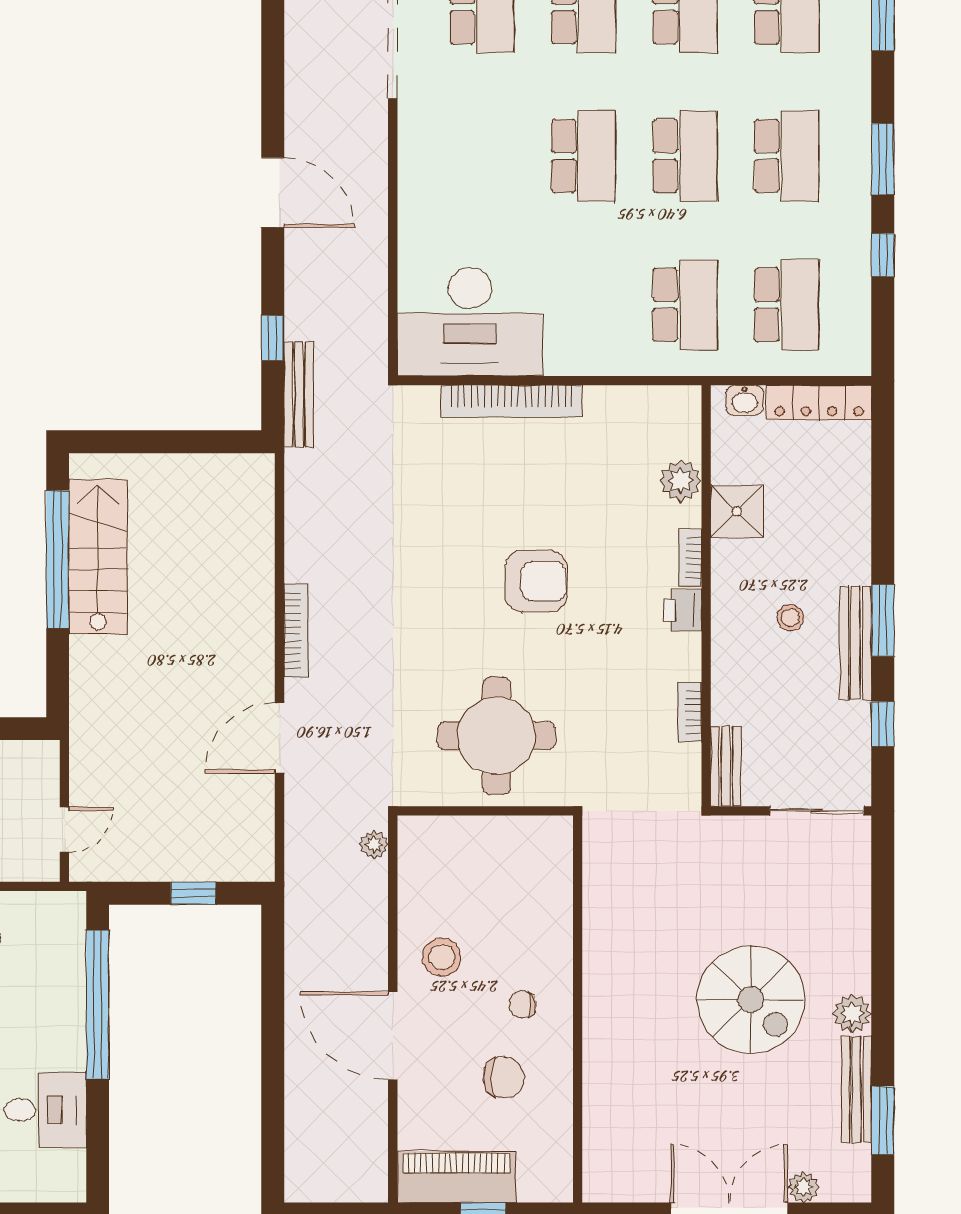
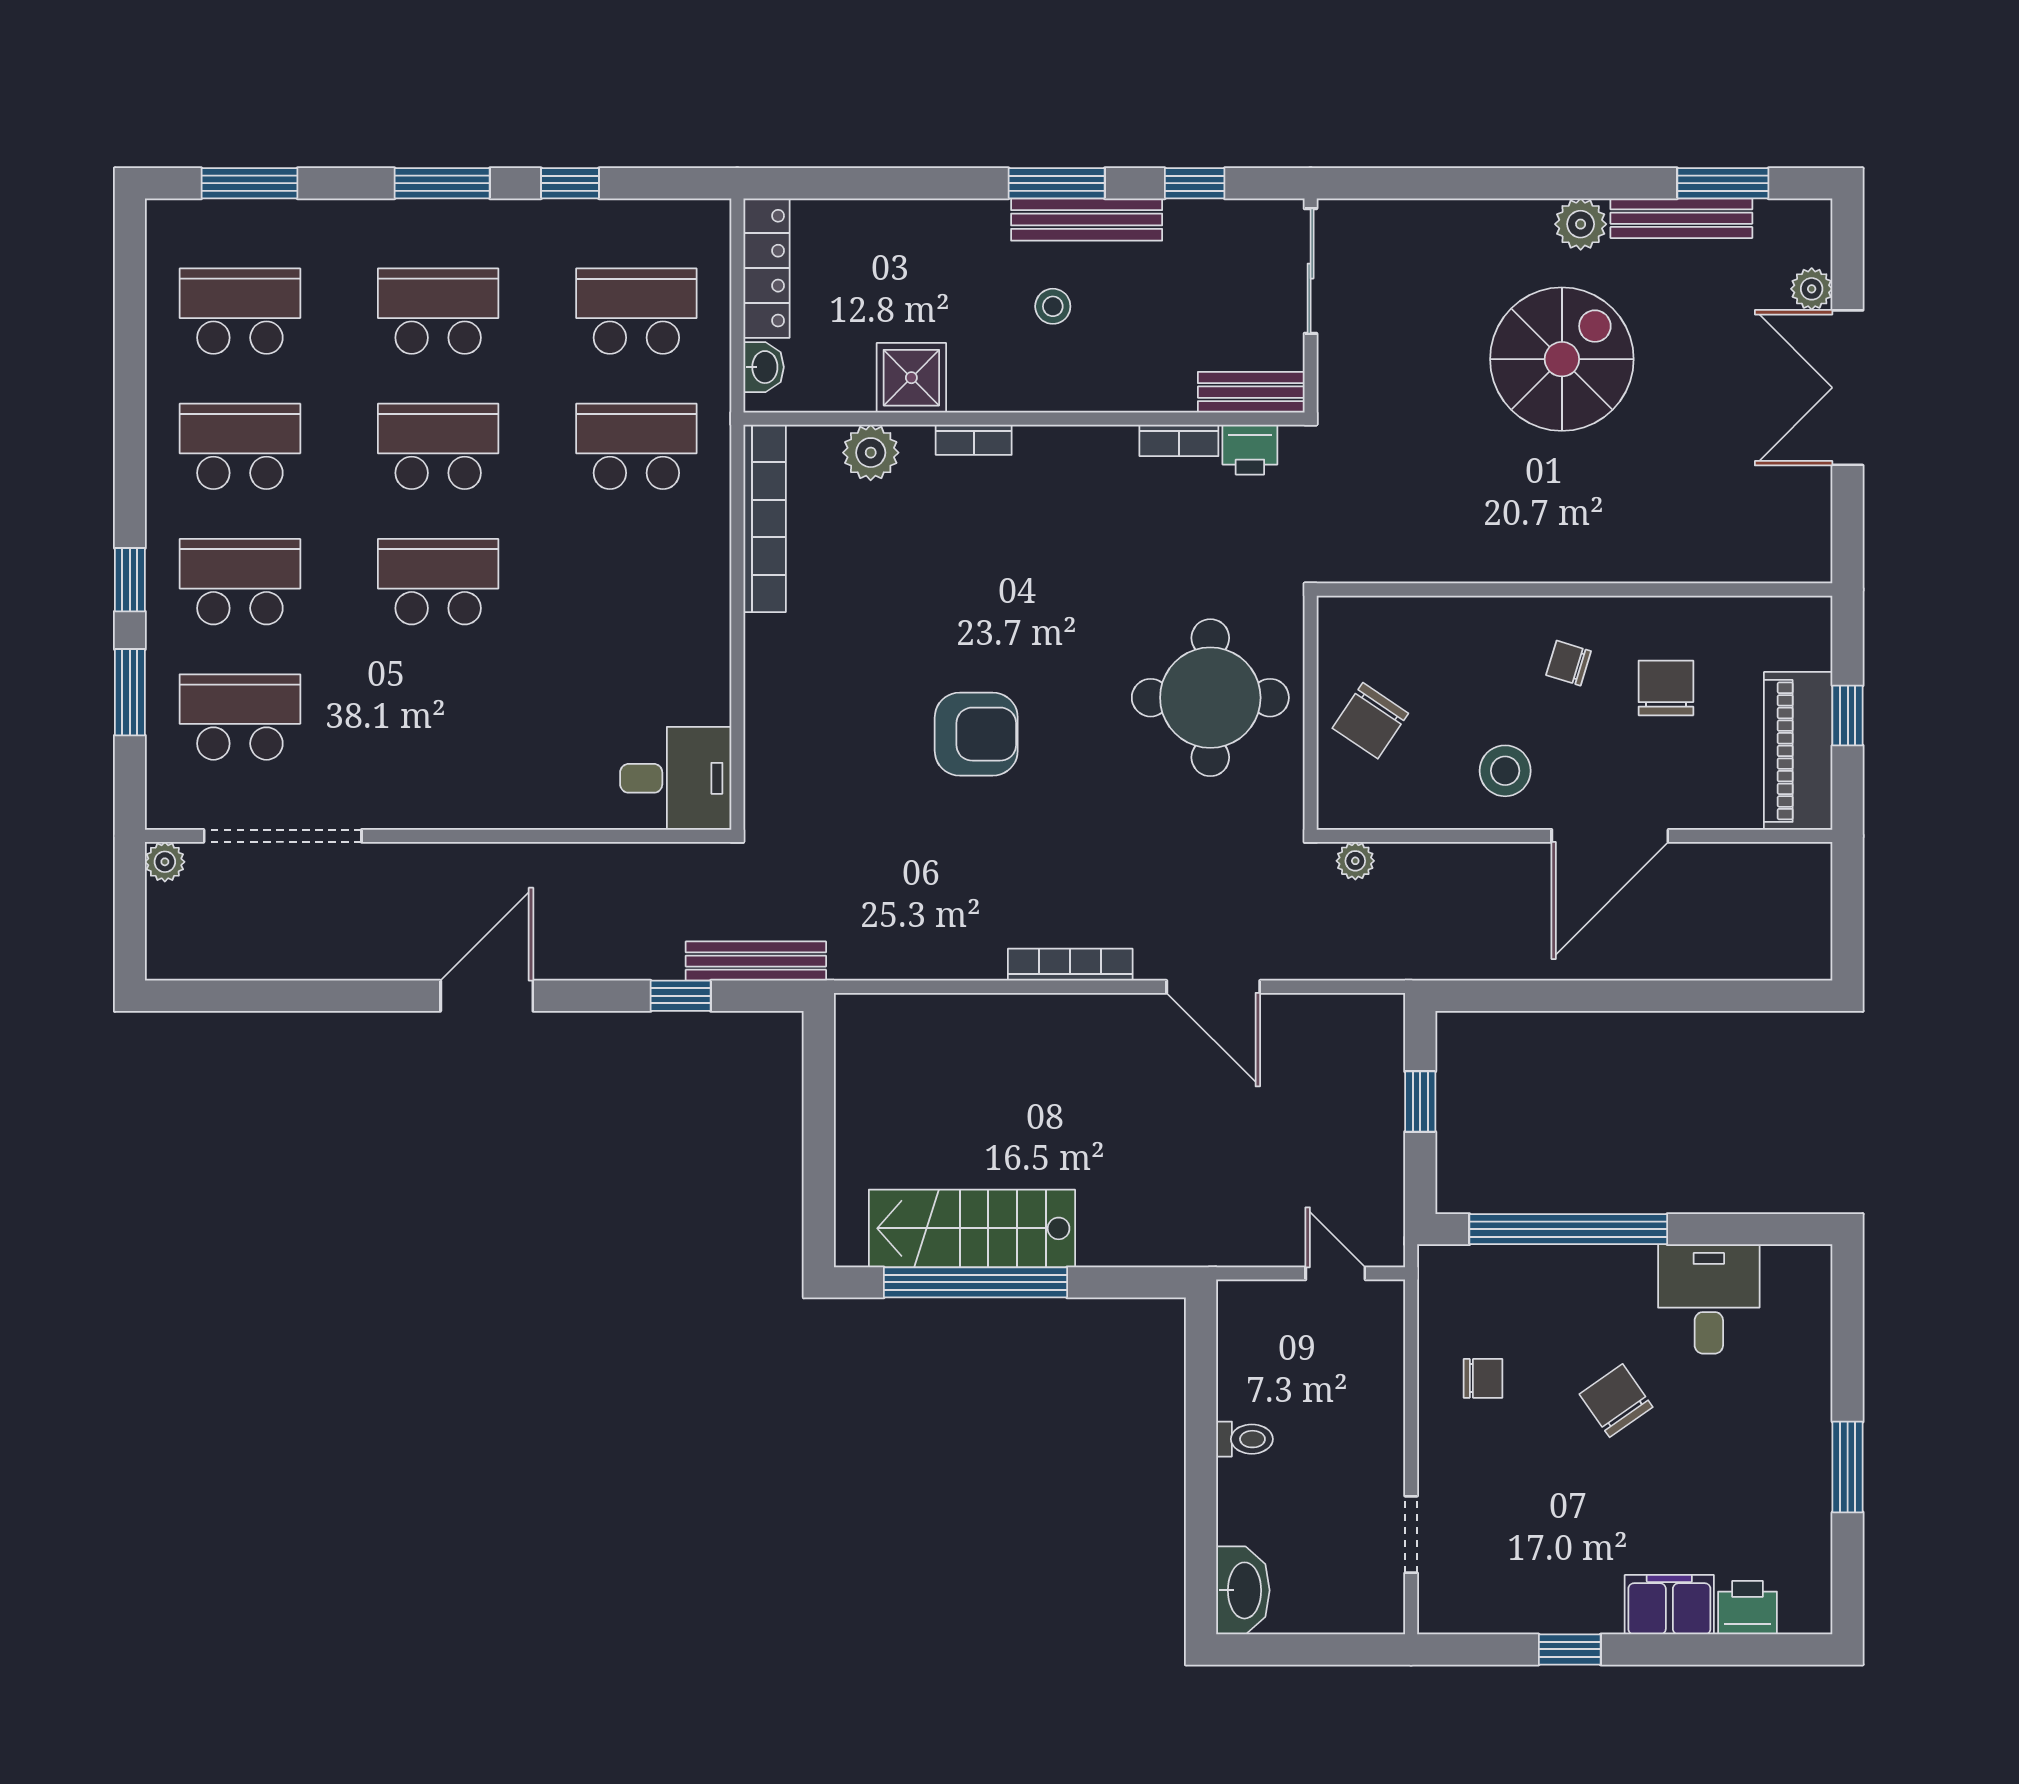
desk: (470, 322) -> (676, 778), width x0.53, depth x0.77
bookcase: (511, 401) -> (765, 518), moved
armchair: (536, 581) -> (976, 734), moved, turned 90
printer: (683, 610) -> (1250, 450), moved
chair: (479, 856) -> (1370, 721), added
chair: (522, 1005) -> (1569, 663), turned 107

